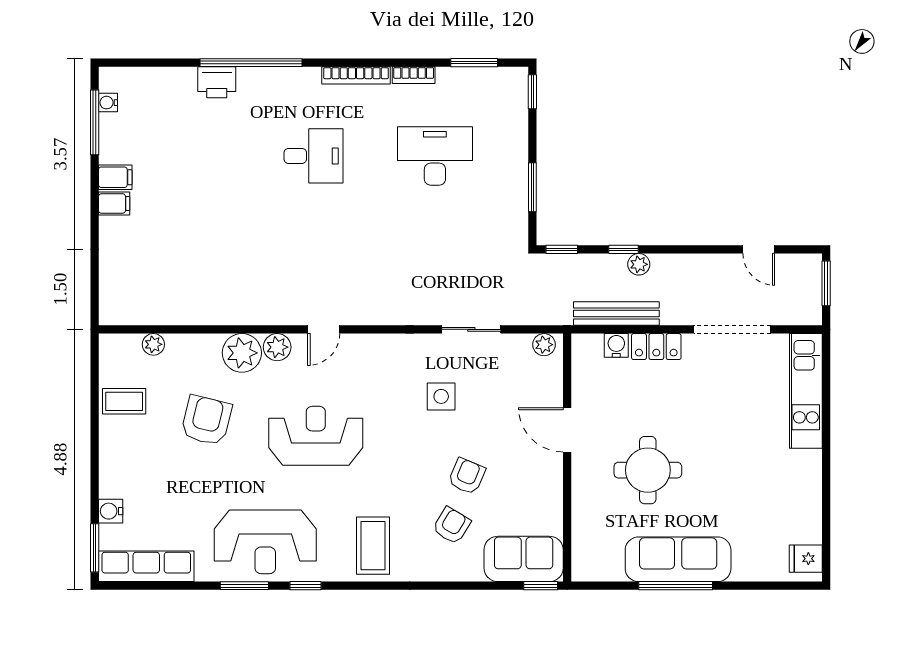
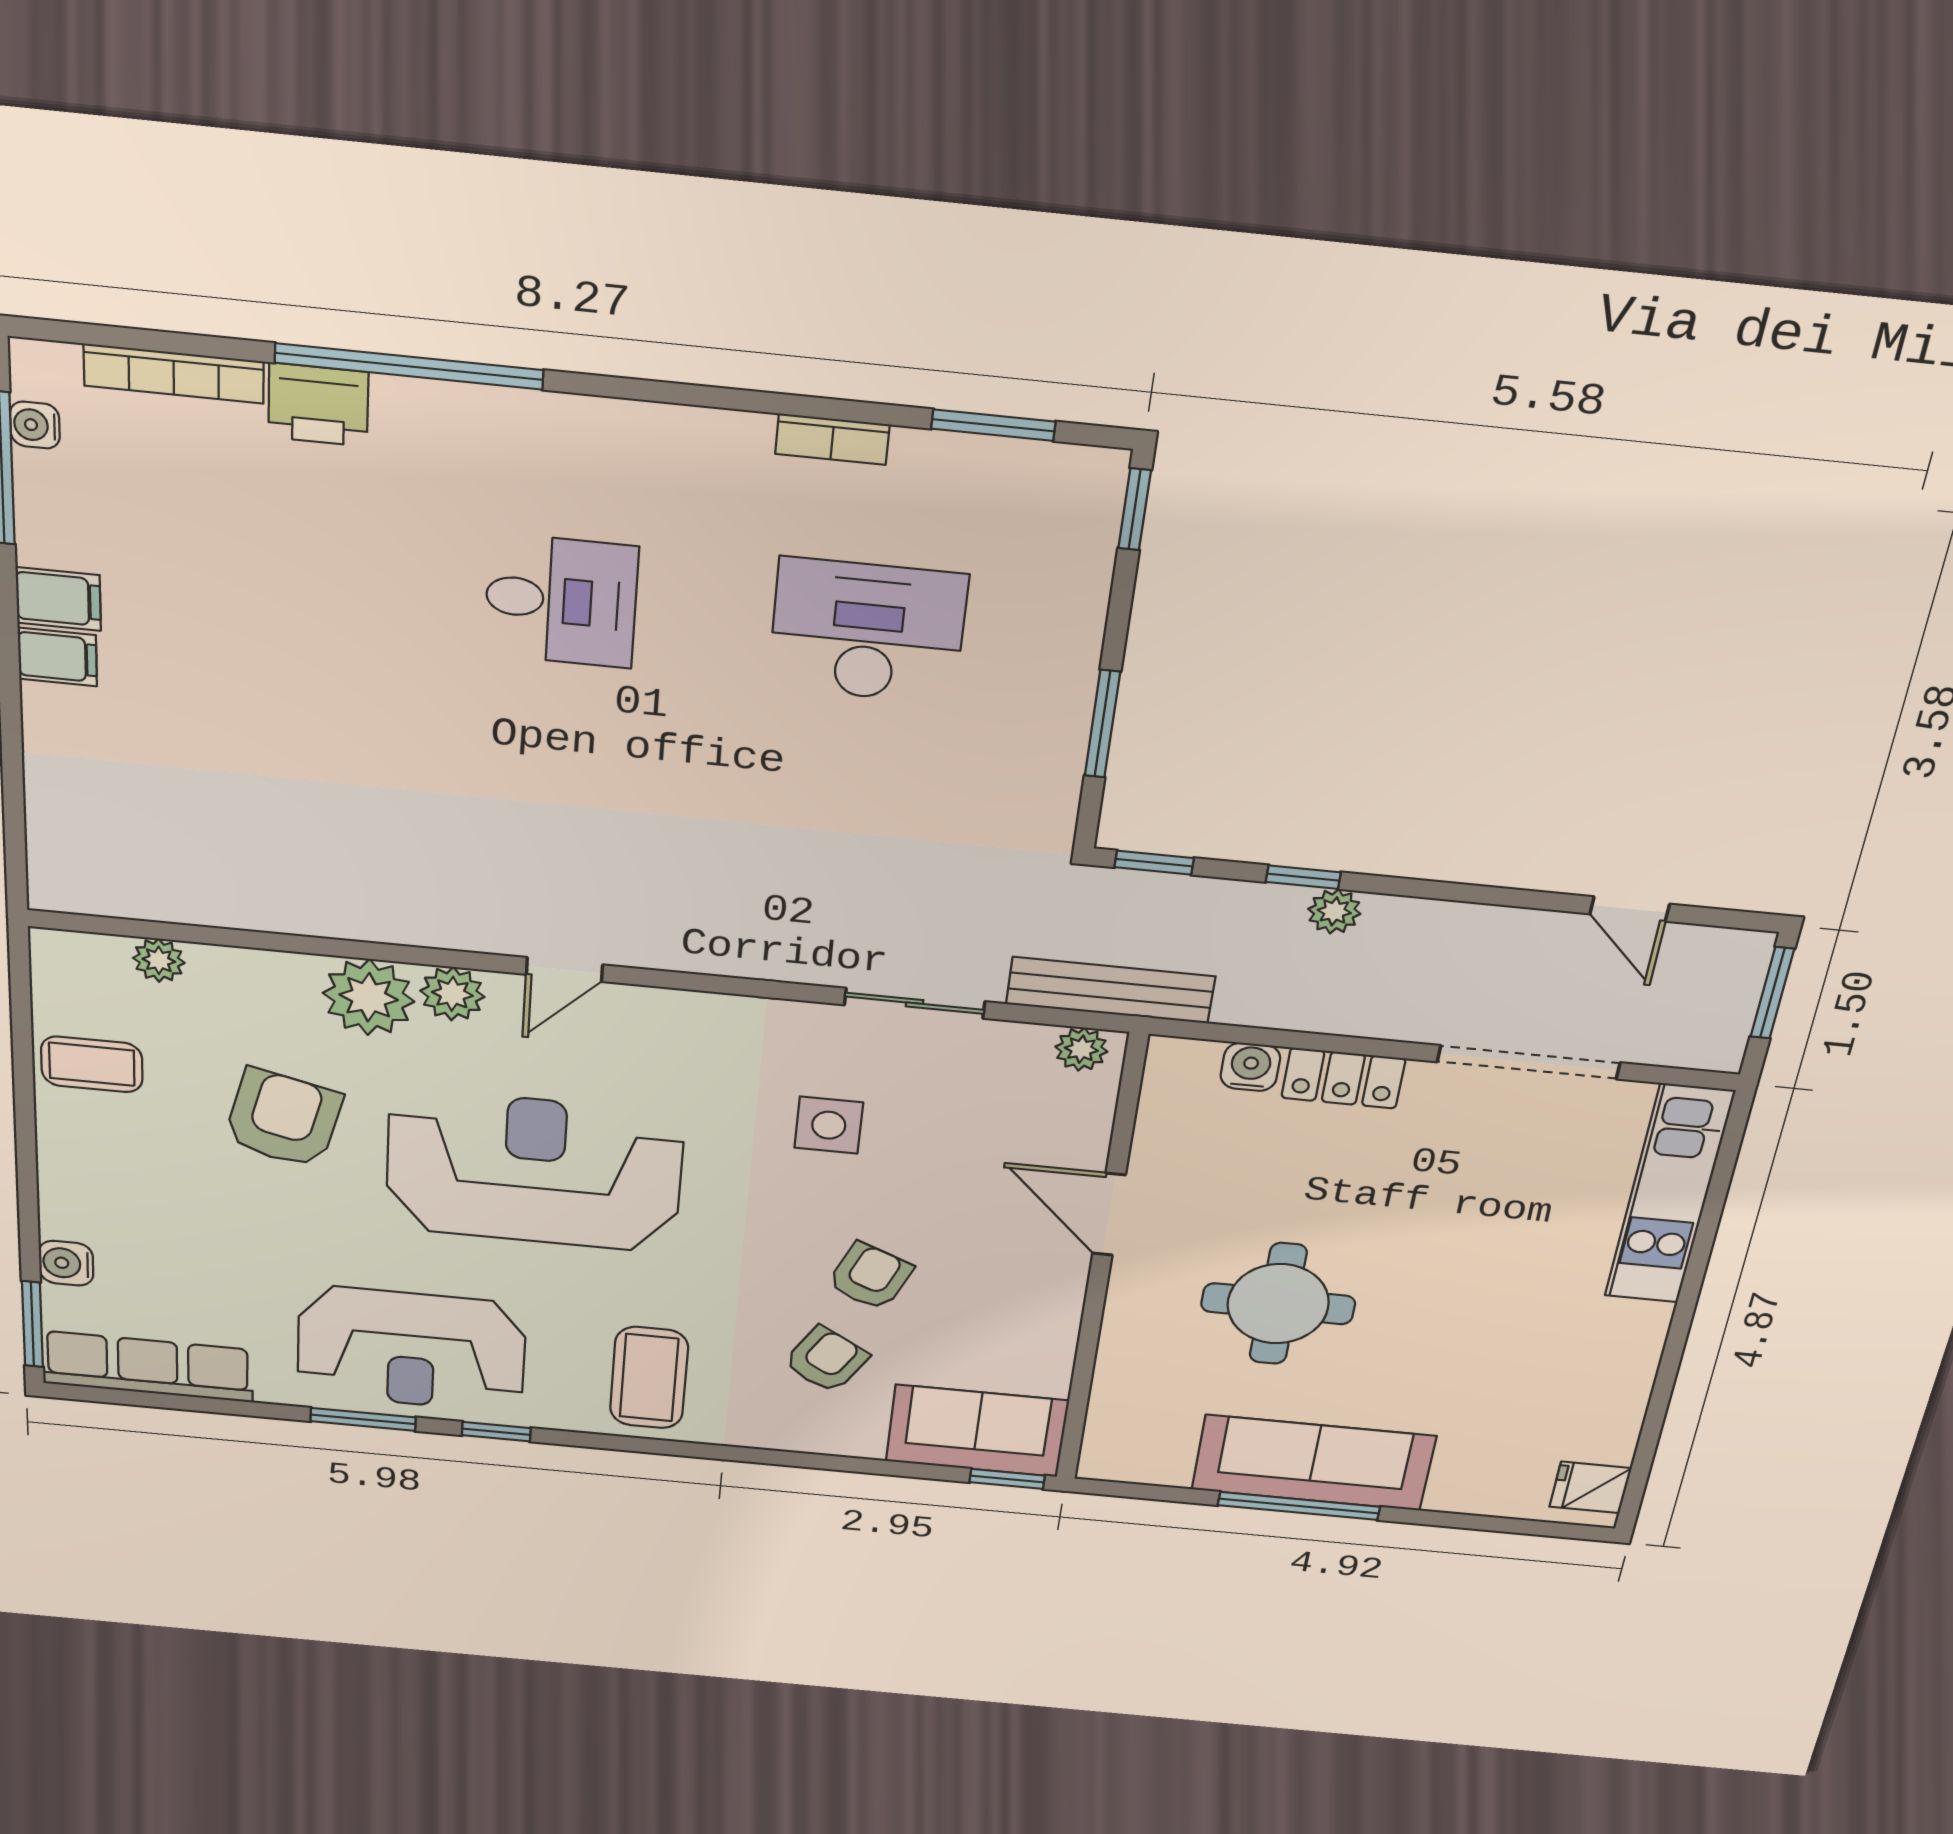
bookcase: (356, 75) -> (174, 374), moved
bench: (616, 314) -> (1110, 990), moved
reception desk: (316, 436) -> (534, 1171), width x1.36, depth x1.30

